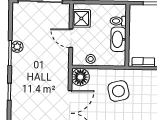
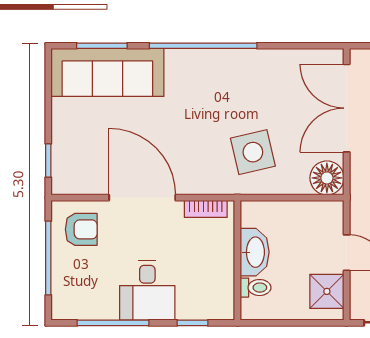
stool: (91, 59) -> (308, 213), removed

